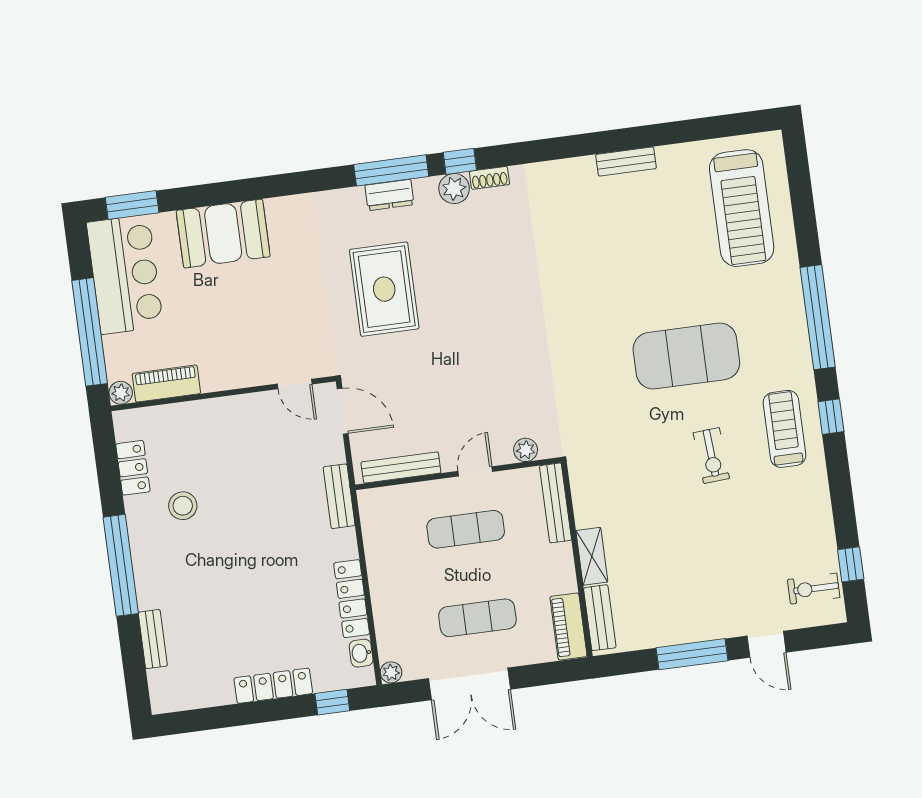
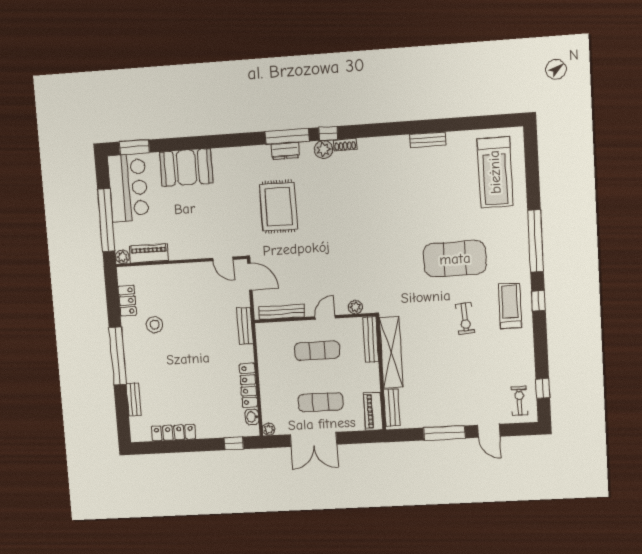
shelving: (592, 556) -> (391, 352), width x2.20, depth x1.33
exercise bike: (814, 589) -> (519, 401), turned 90
locker: (273, 686) -> (173, 433), moved

